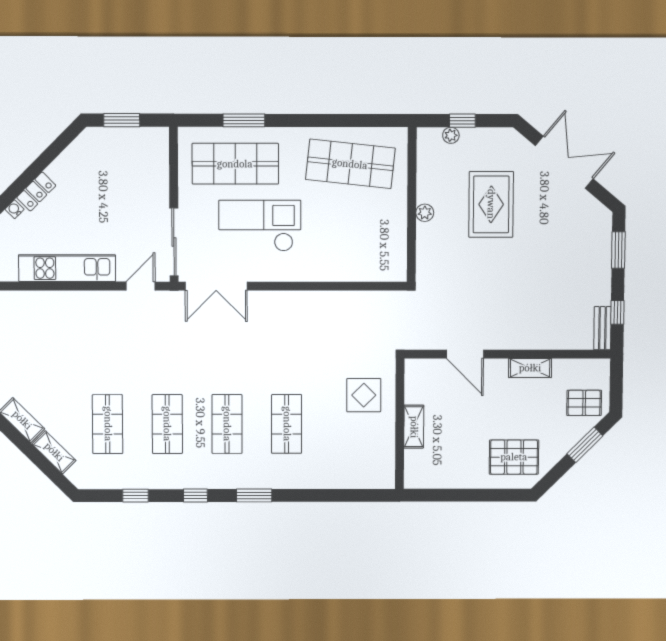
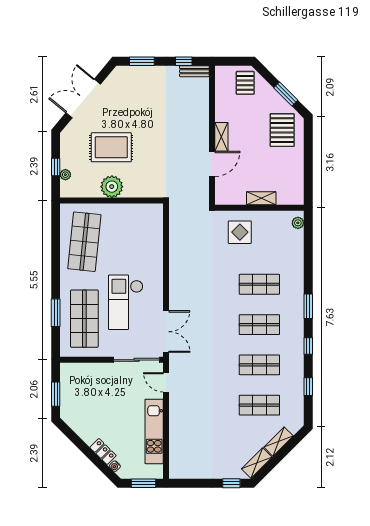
plant: (425, 213) -> (112, 187), width x1.88, depth x1.88
shelving: (530, 368) -> (221, 137), moved
window: (585, 445) -> (286, 94), moved
plant: (377, 480) -> (298, 223), added

